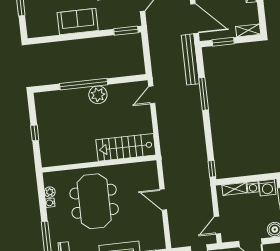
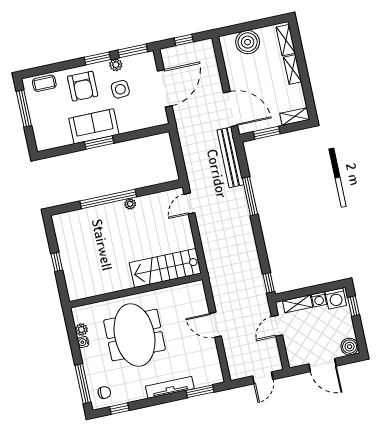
window: (126, 31) -> (99, 143), moved
plant: (98, 95) -> (130, 204), width x0.53, depth x0.53
door: (217, 225) -> (277, 326), moved

